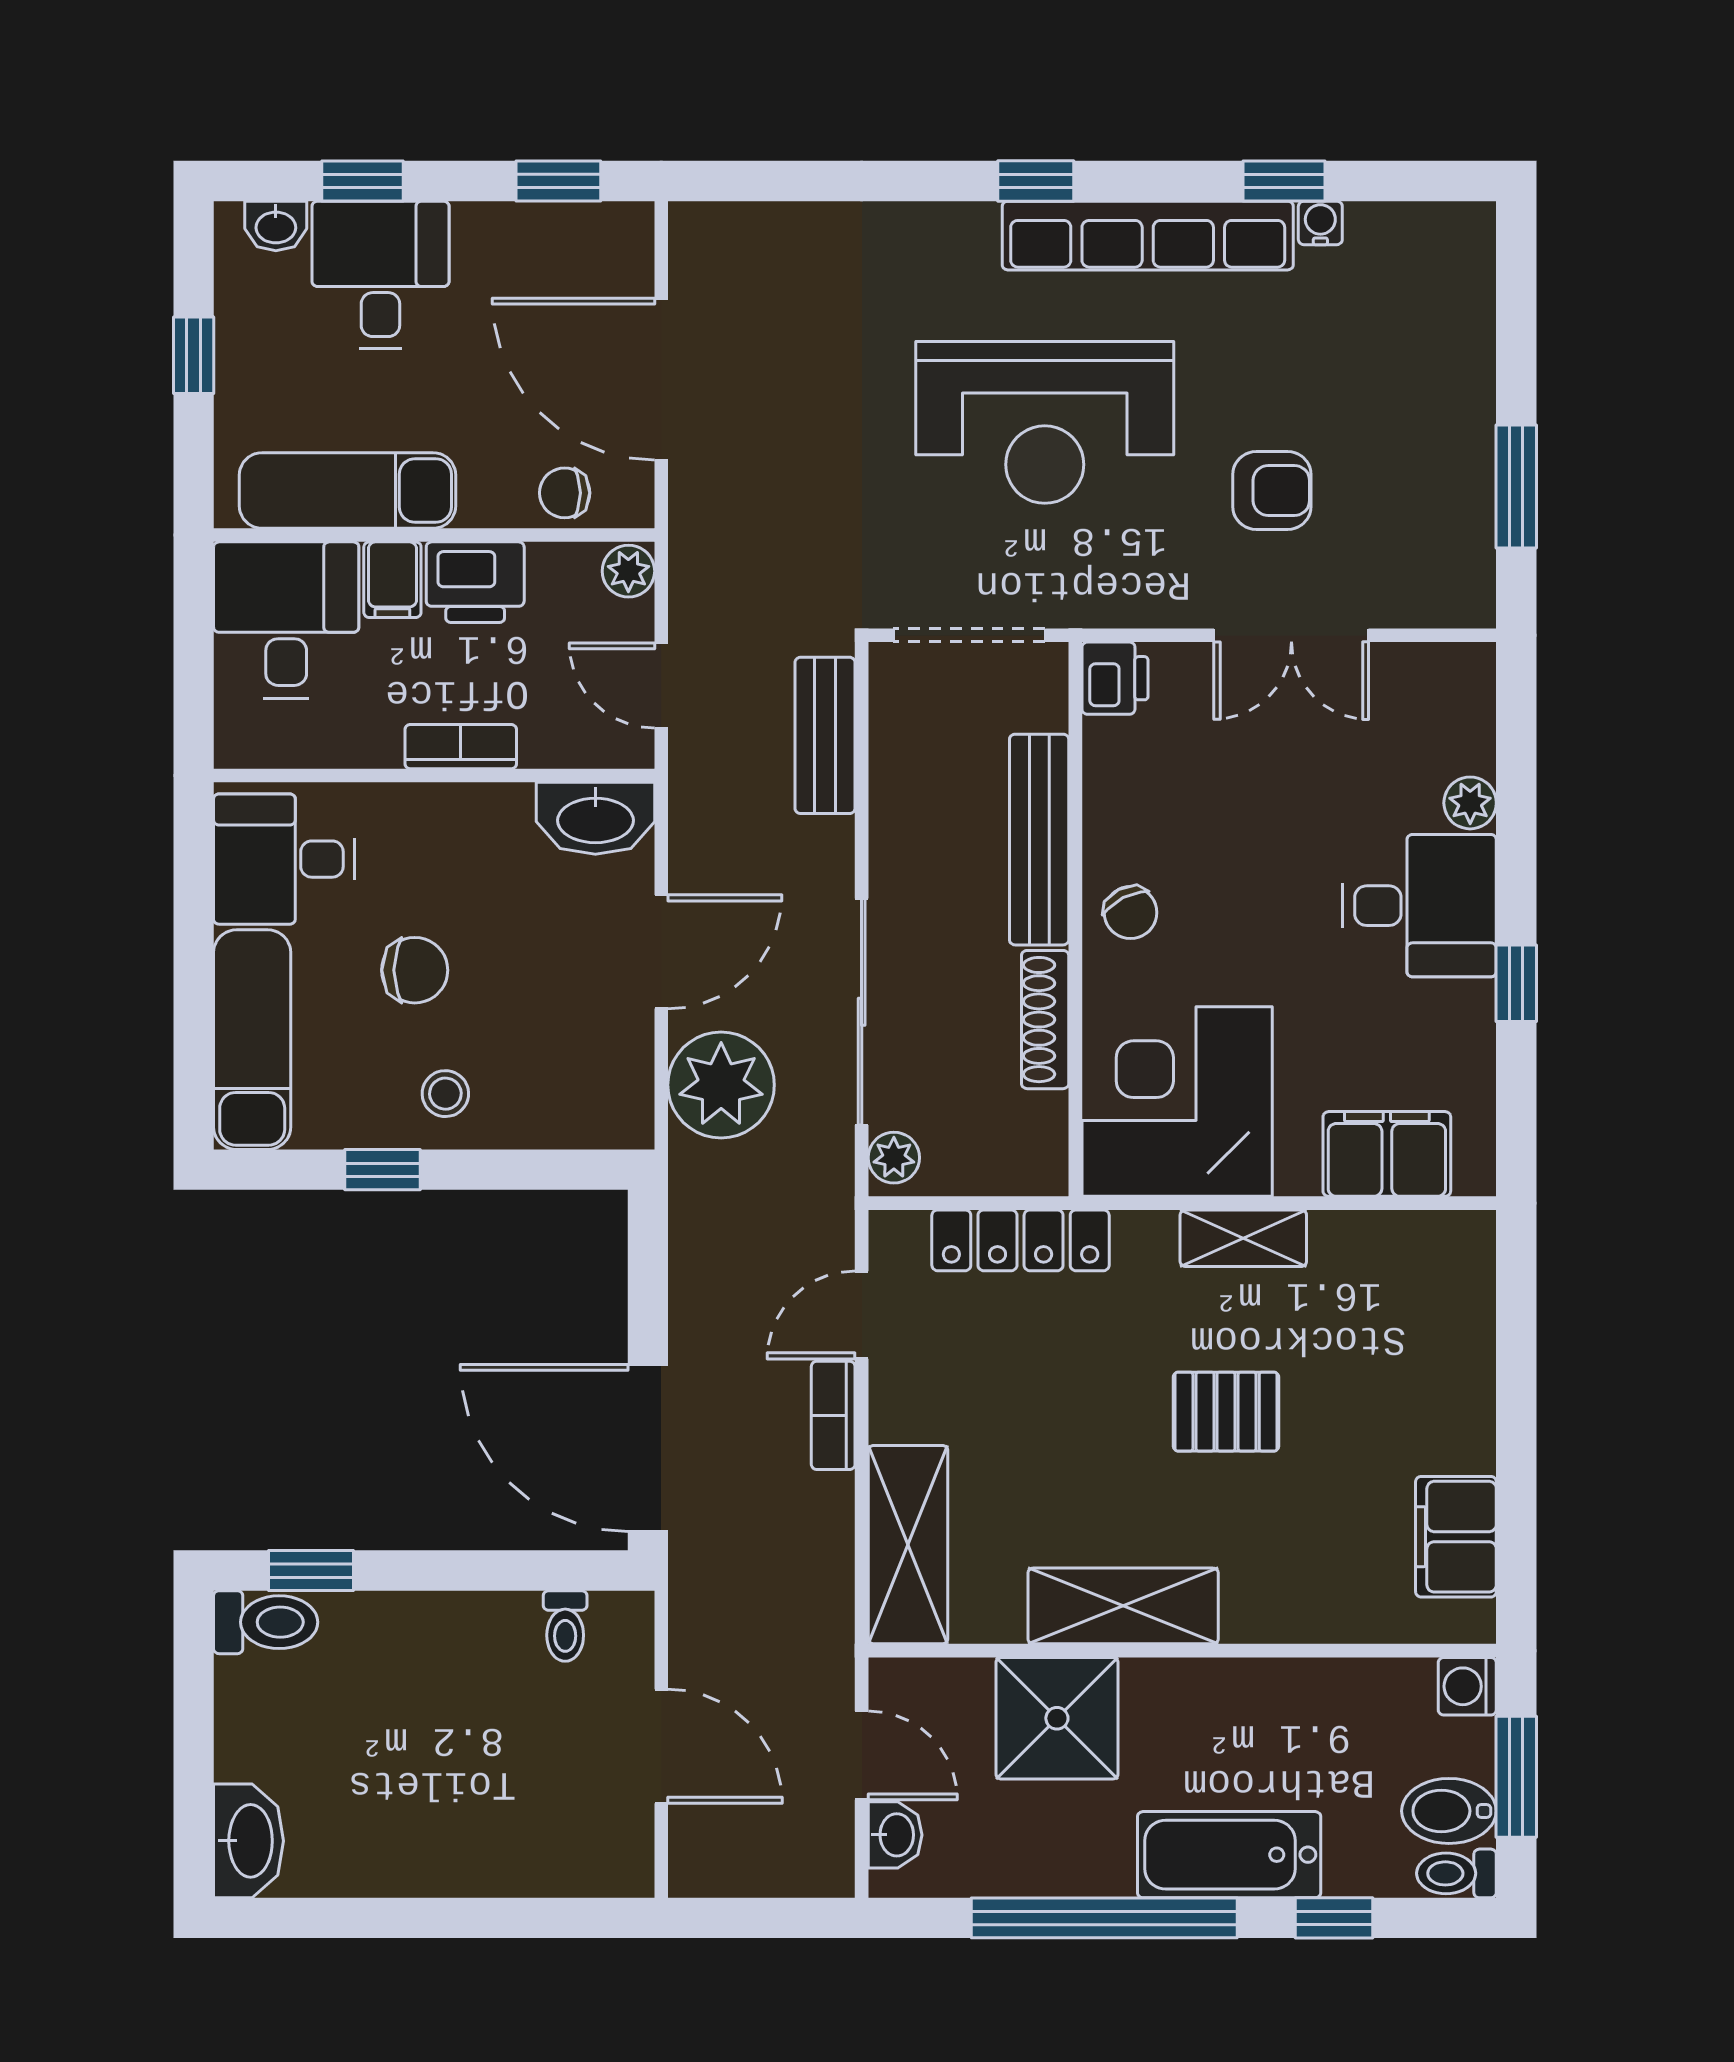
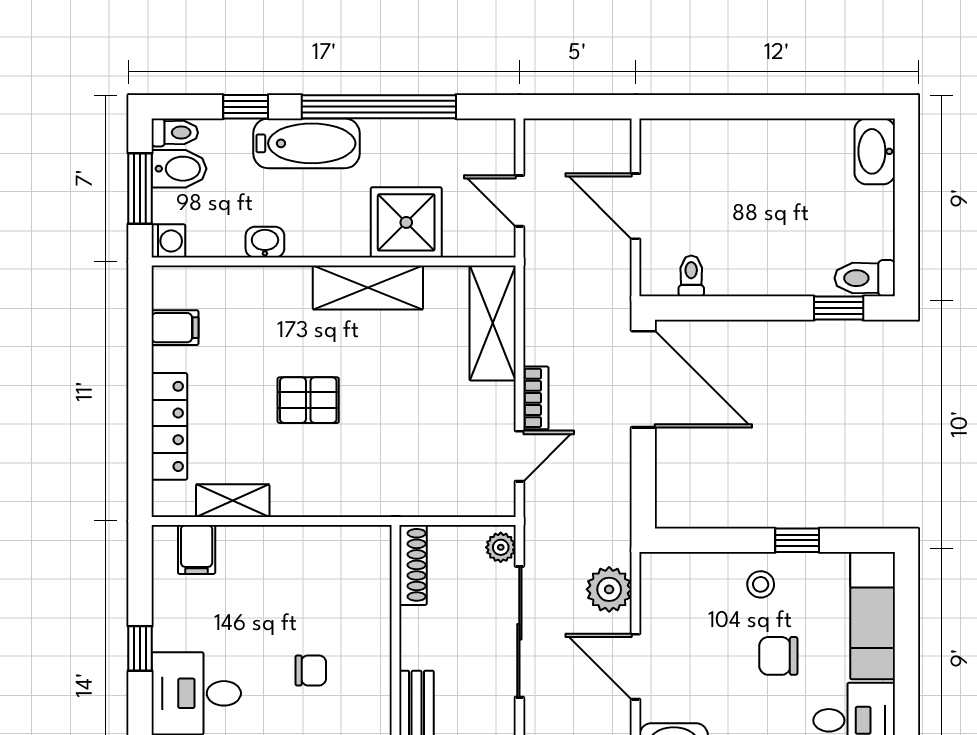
chair: (1131, 913) -> (311, 670), moved, turned 117
door: (661, 952) -> (636, 667), hinge flipped
shoe rack: (1045, 1020) -> (413, 565), moved
plant: (721, 1085) -> (609, 589), width x0.73, depth x0.73
corner desk: (1177, 1101) -> (337, 580), removed
filing cabinet: (1387, 1154) -> (197, 549), width x0.50
shelving: (1243, 1238) -> (233, 501), moved
locker: (1021, 1240) -> (169, 426), moved, turned 90
filing cabinet: (1456, 1537) -> (175, 328), width x0.50
washbasin: (895, 1835) -> (265, 242), moved, turned 90

